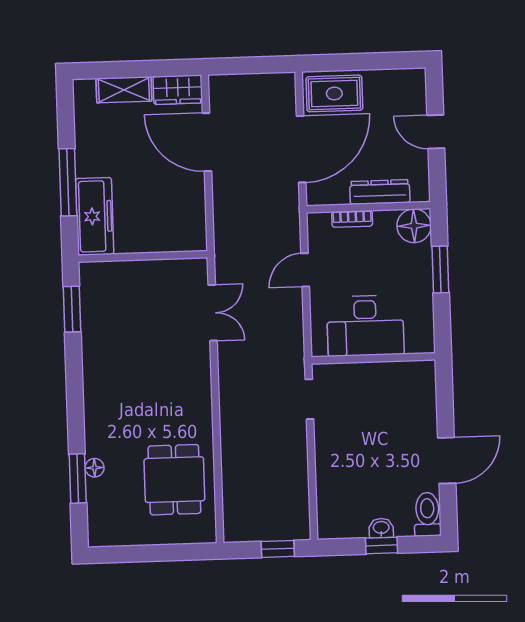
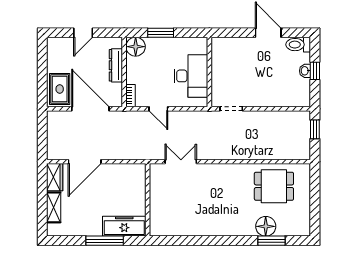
bookcase: (352, 219) -> (131, 96), moved
window: (72, 309) -> (176, 241), removed
floor lamp: (95, 468) -> (266, 226), width x1.89, depth x1.89

